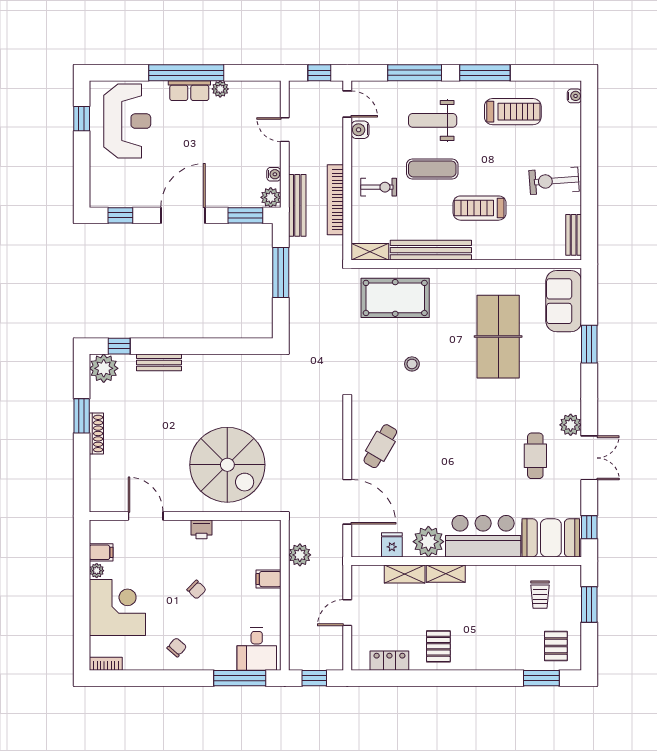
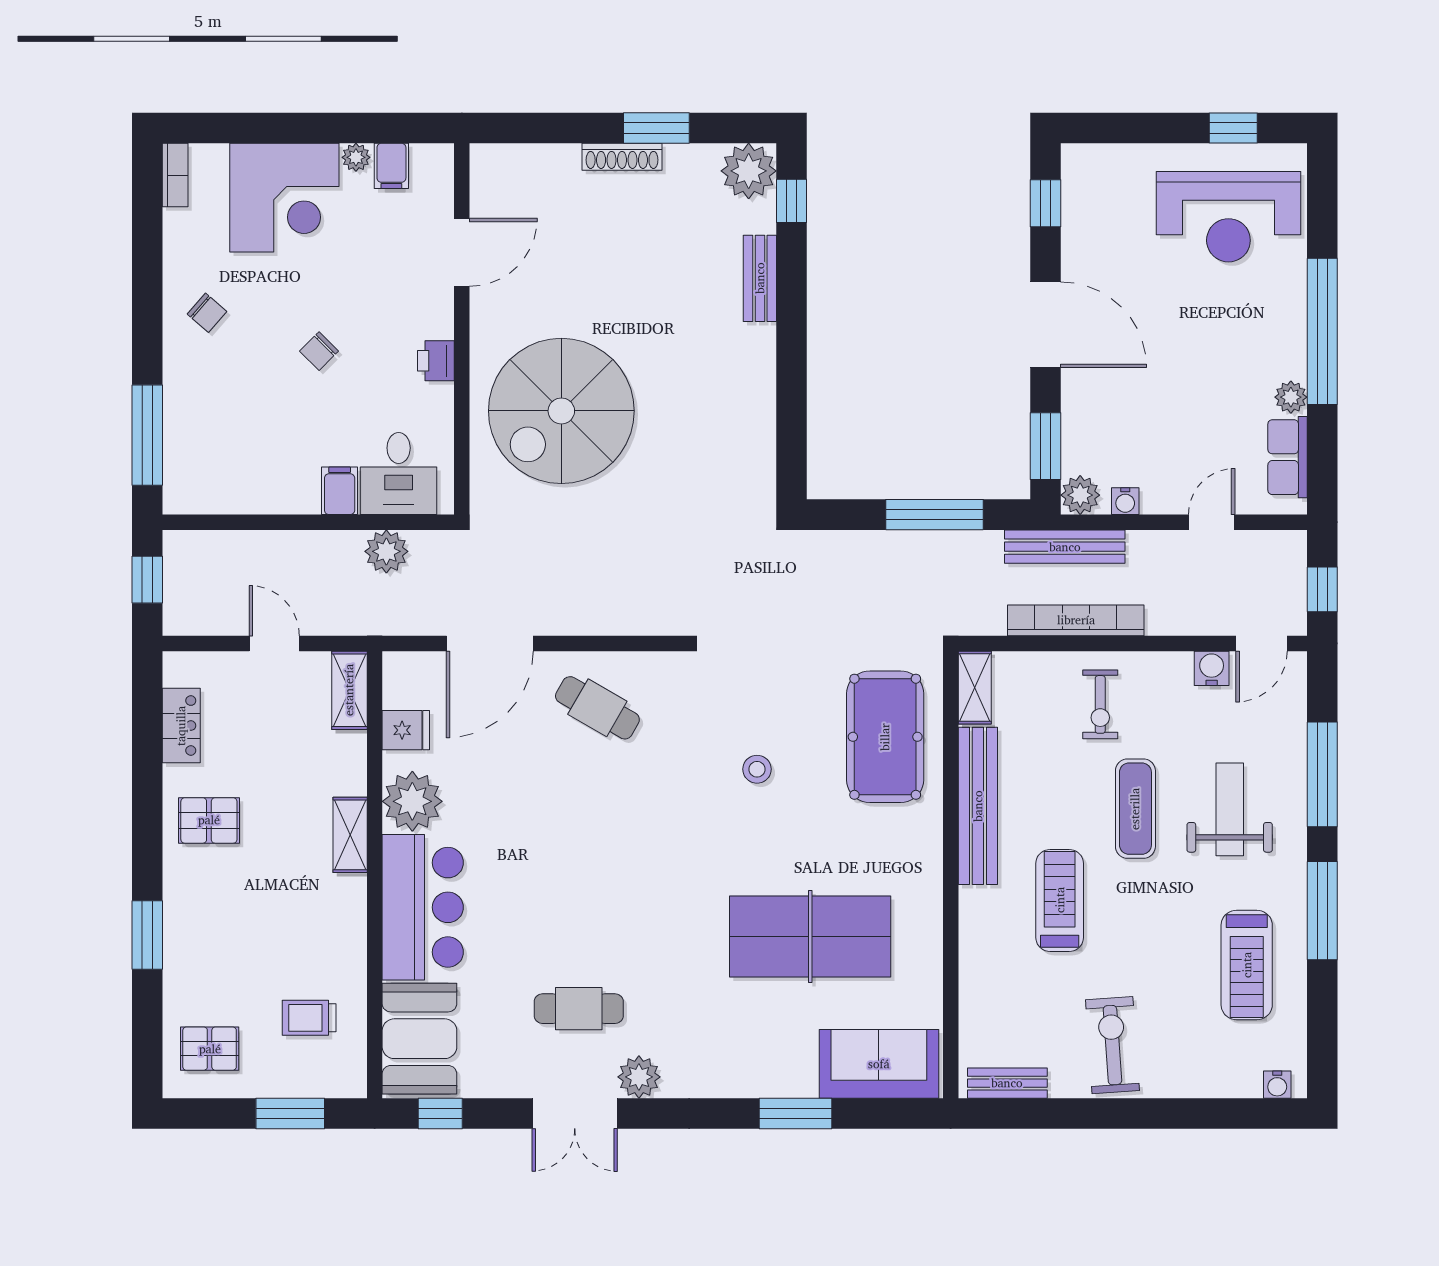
row of seats: (189, 91) -> (1287, 457), moved
shelving: (405, 574) -> (349, 690), moved
desk: (257, 649) -> (399, 473), moved, turned -90
window: (541, 678) -> (147, 935), moved

